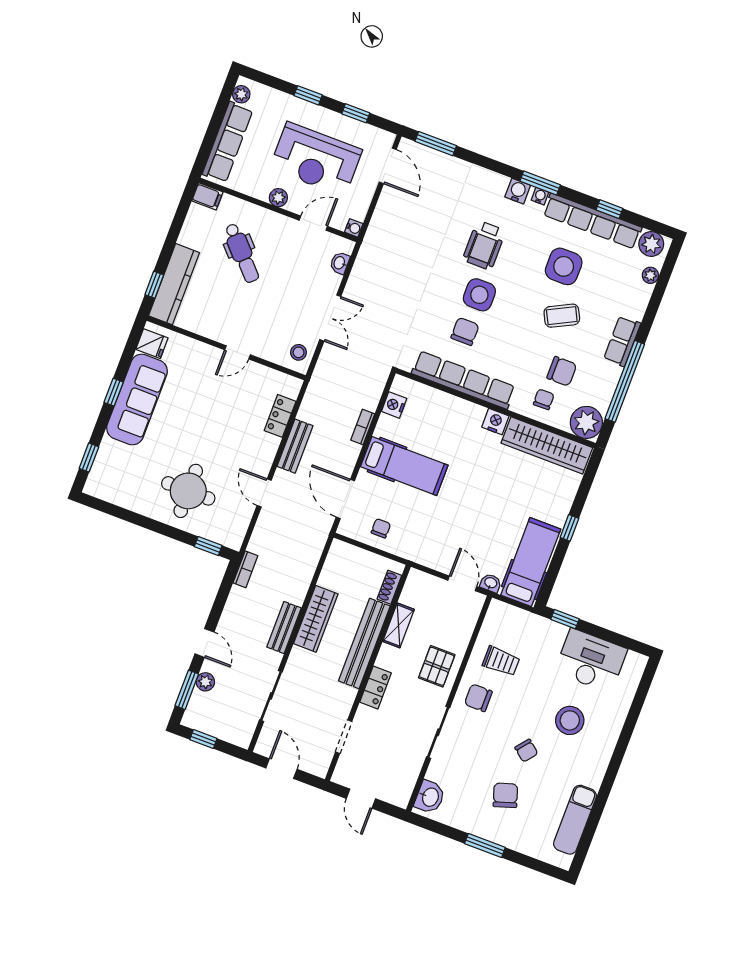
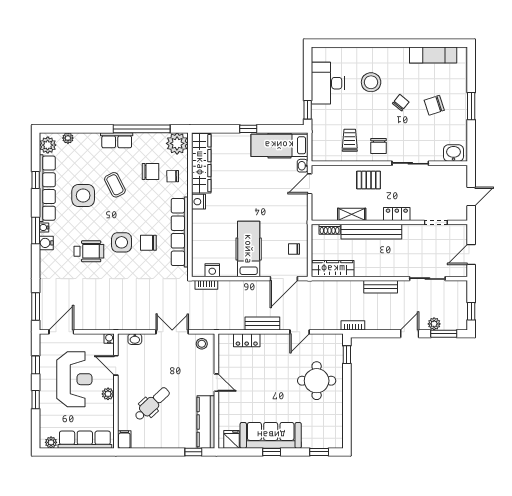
kitchen counter: (174, 284) -> (206, 422), moved, turned -90
chair: (562, 371) -> (150, 171), turned 90
bookcase: (363, 427) -> (206, 285), moved
wardrobe: (316, 619) -> (333, 269), moved

